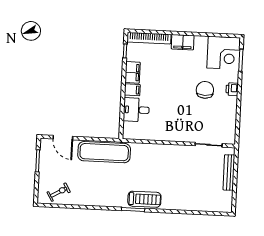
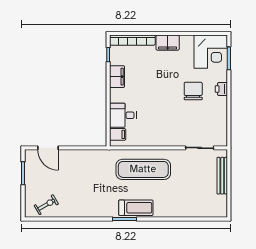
filing cabinet: (132, 90) -> (118, 134), moved
exercise mat: (104, 152) -> (143, 169), moved

